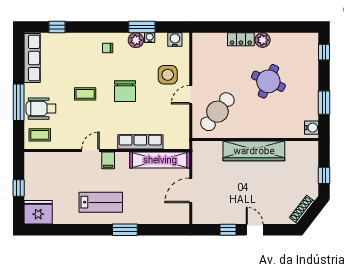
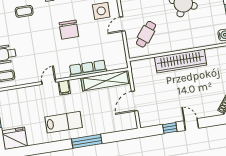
coffee table: (85, 94) -> (24, 11), moved
cafe table: (217, 112) -> (146, 34), width x0.73, depth x0.74
window: (125, 230) -> (87, 141), width x1.44

